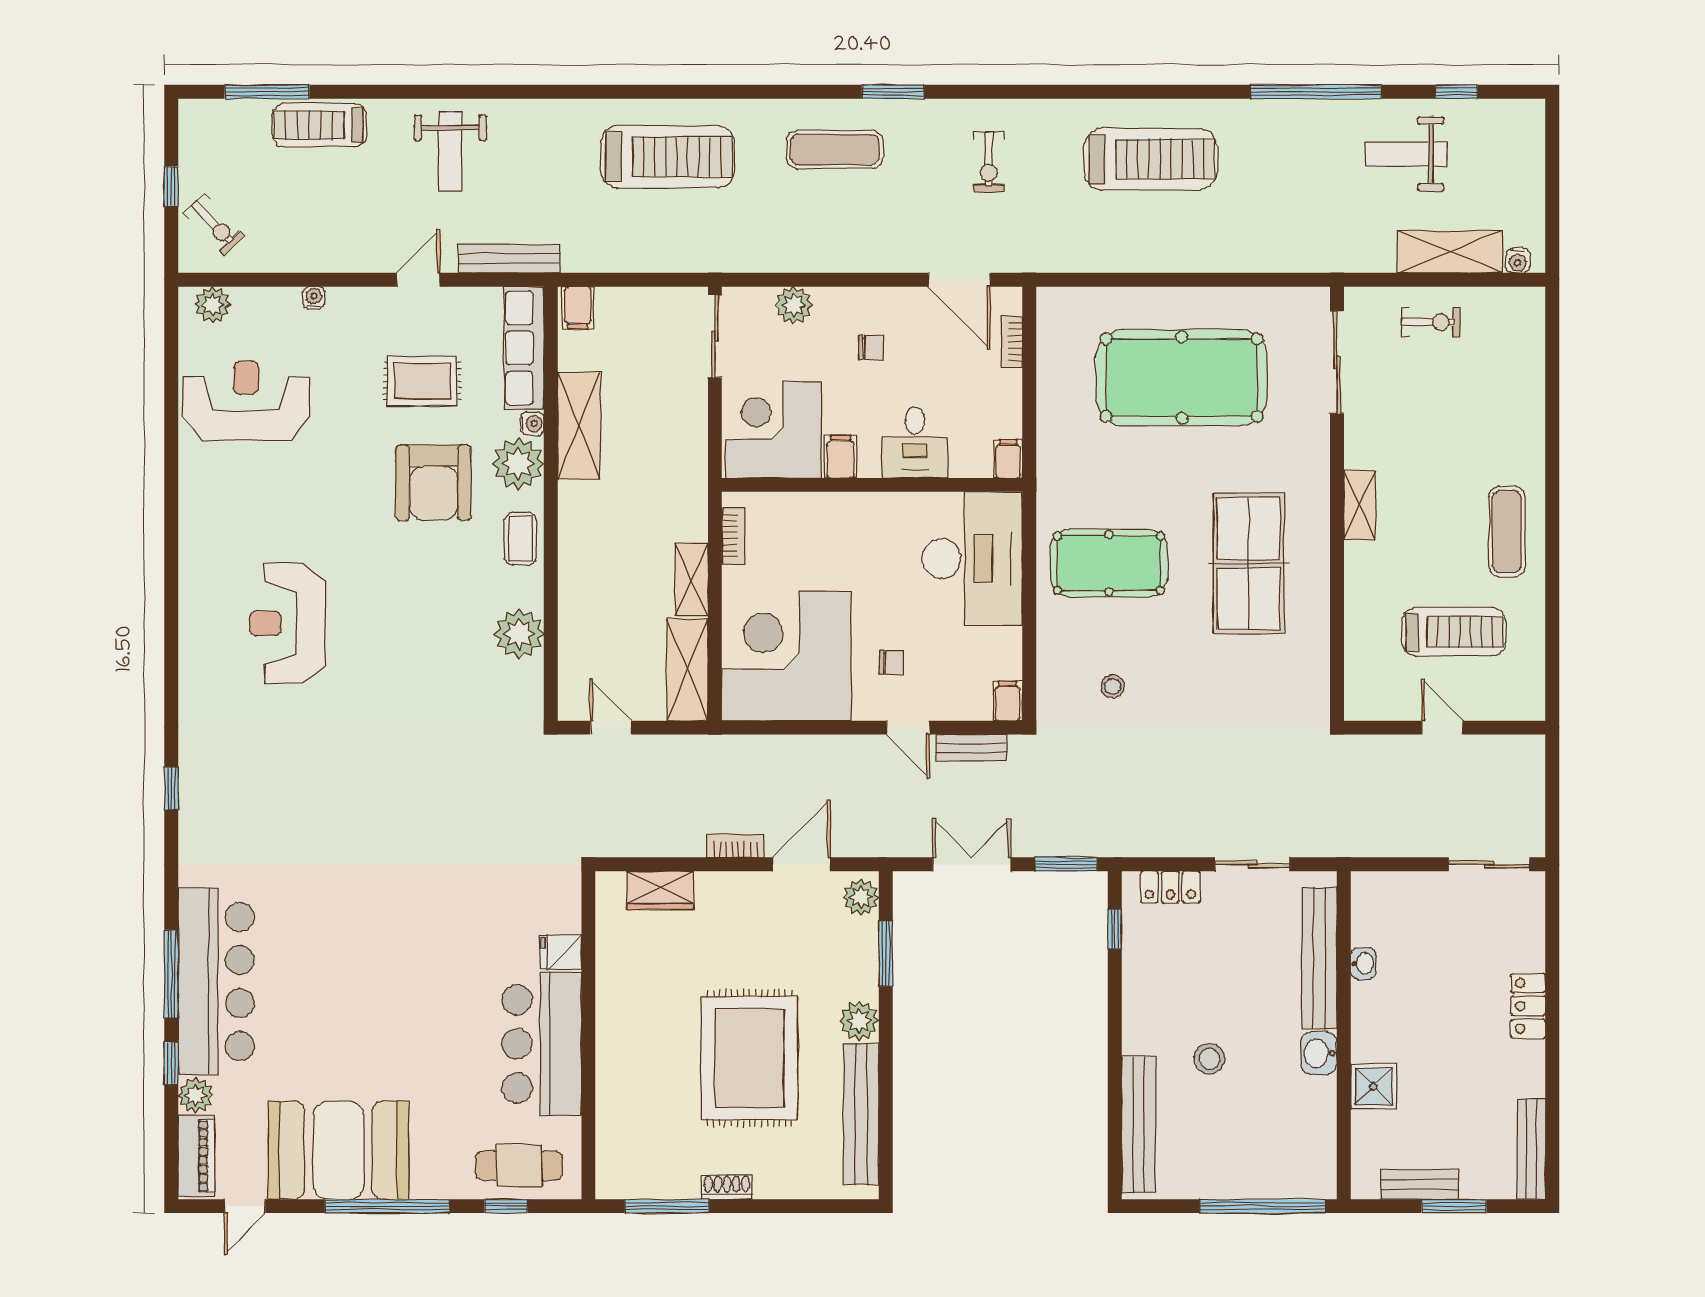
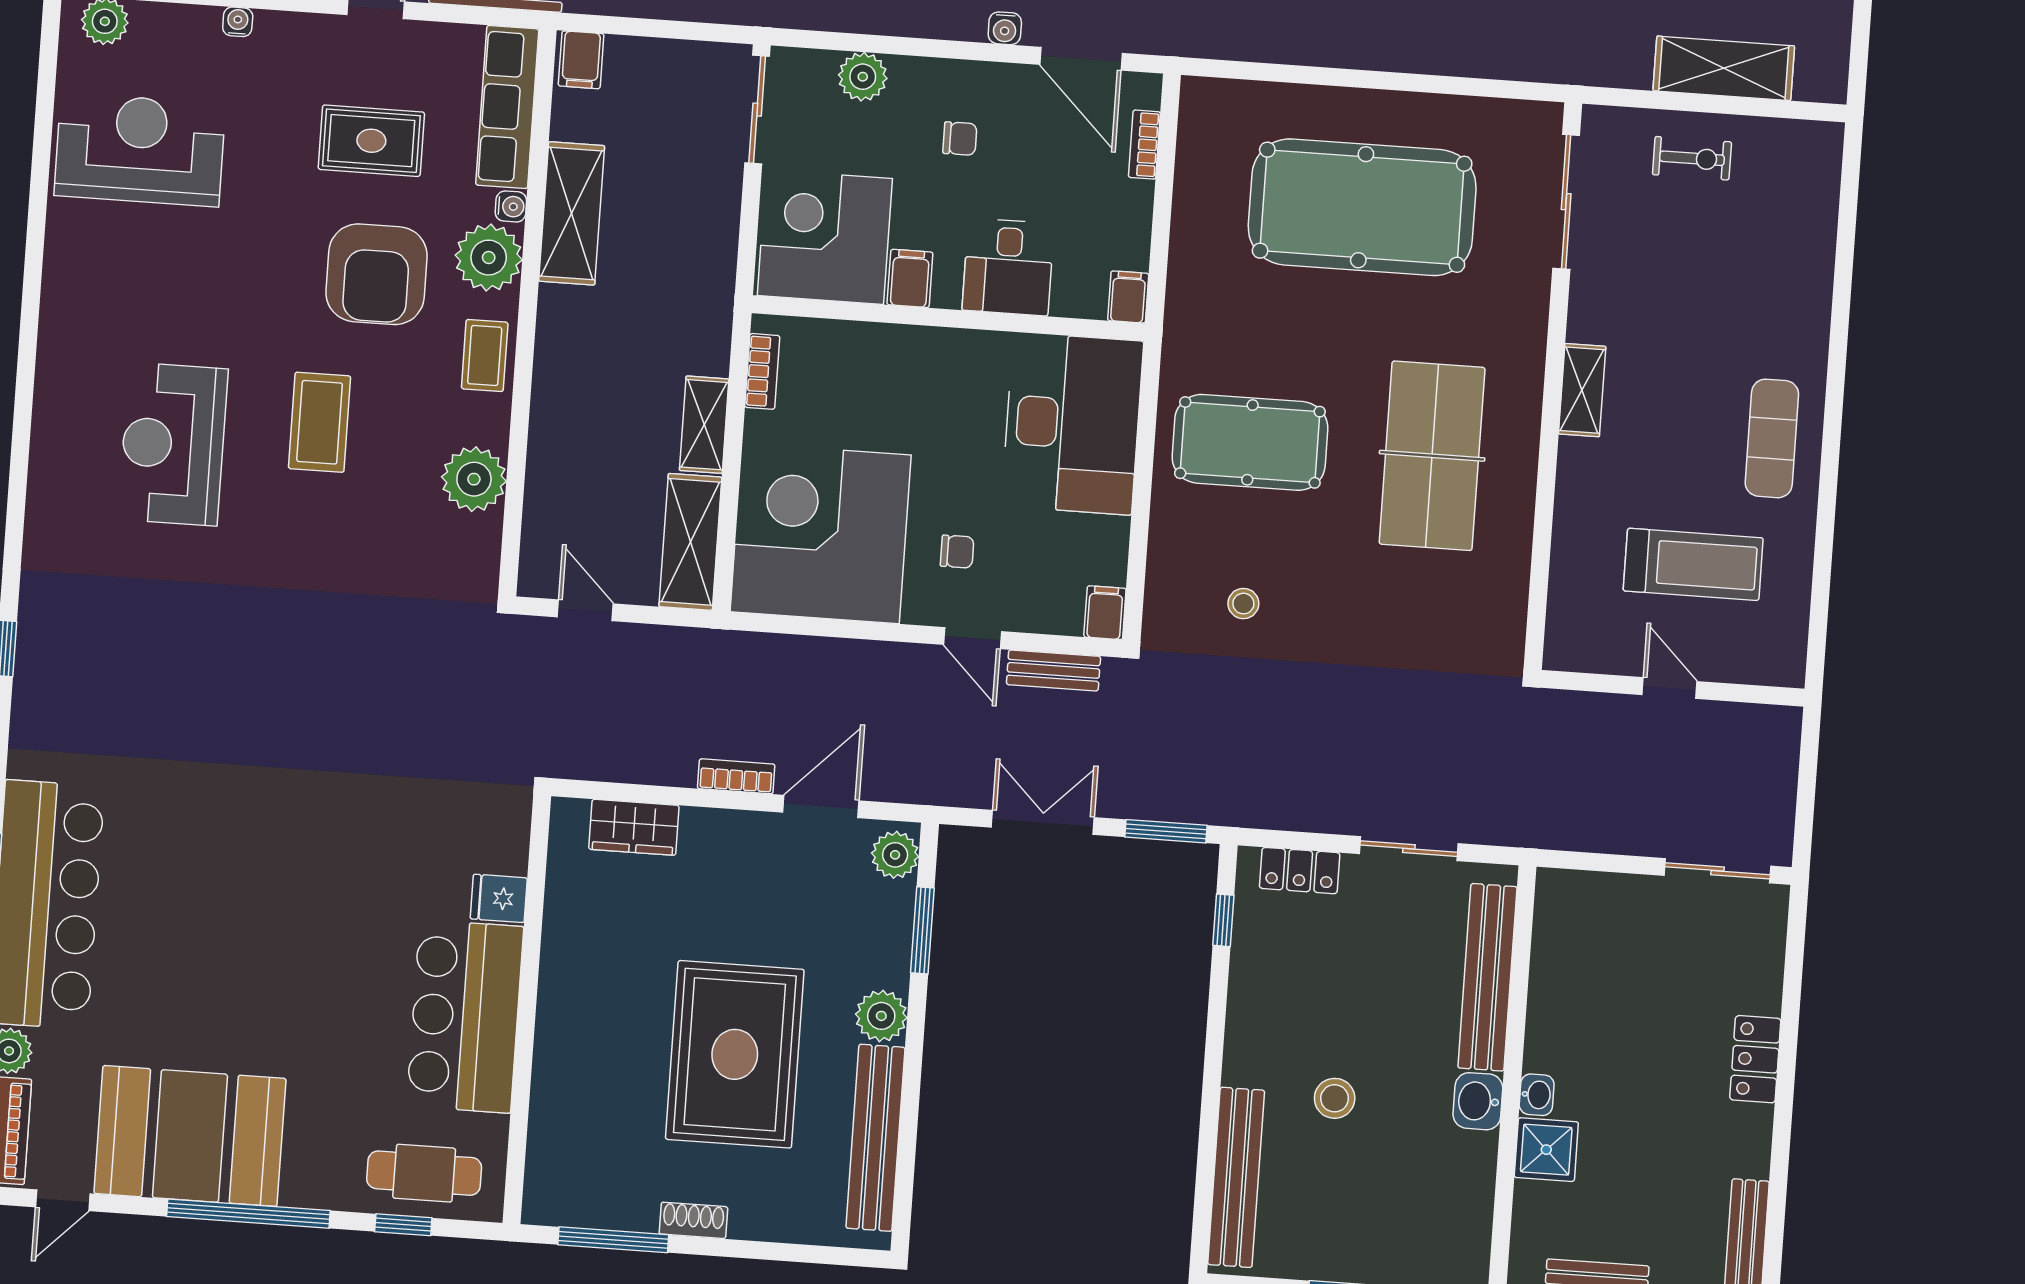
water cooler: (1518, 261) -> (1005, 28), moved
coffee table: (398, 599) -> (320, 422), added
washbasin: (1363, 963) -> (1537, 1095), moved

